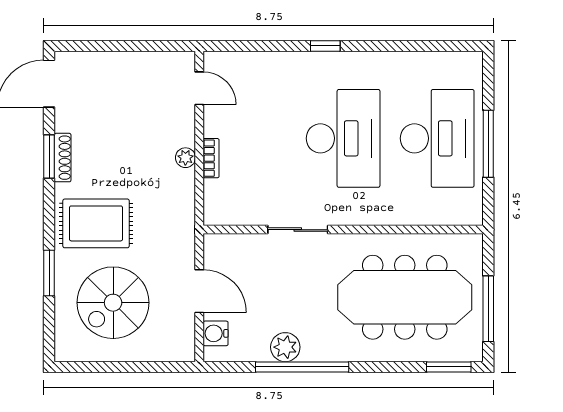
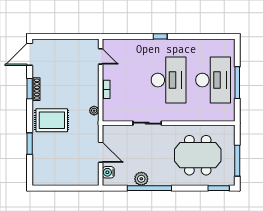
plant: (185, 158) -> (94, 111), moved
meeting table: (405, 297) -> (198, 155), width x0.73
spiral stairs: (113, 303) -> (60, 158), removed

